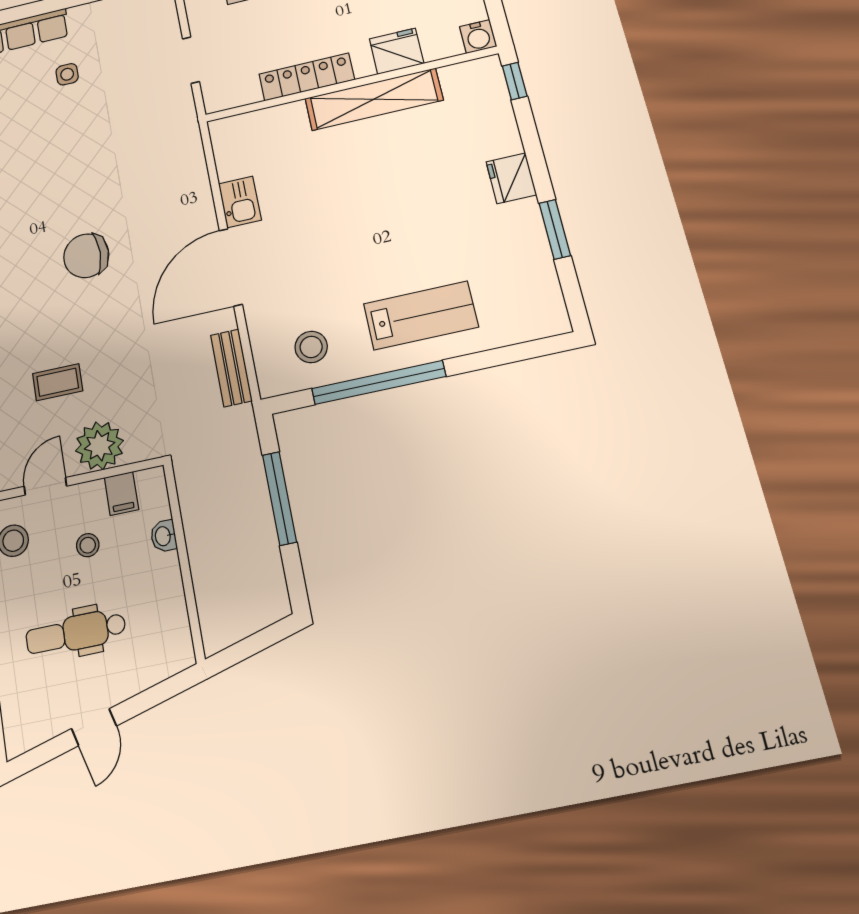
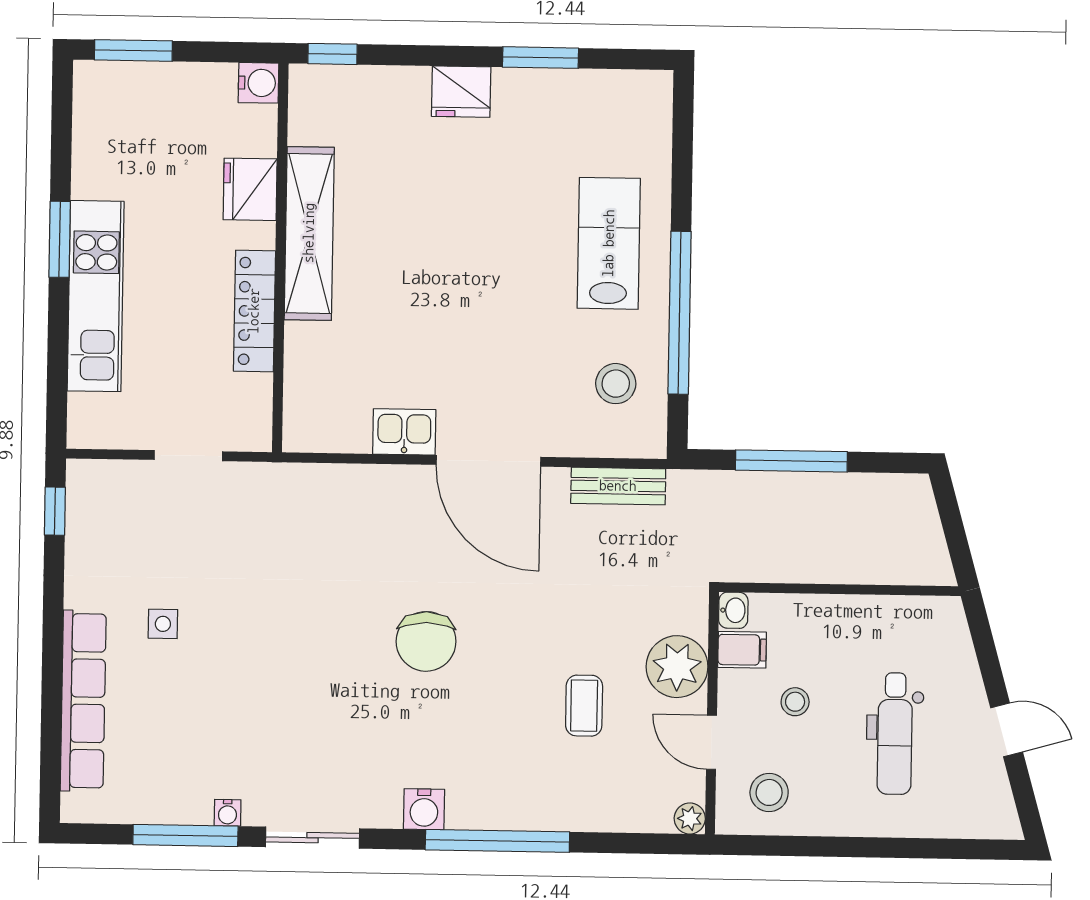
washbasin: (164, 536) -> (733, 610), moved, turned -90

